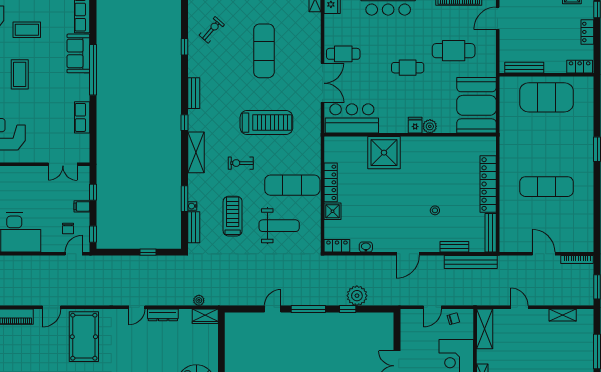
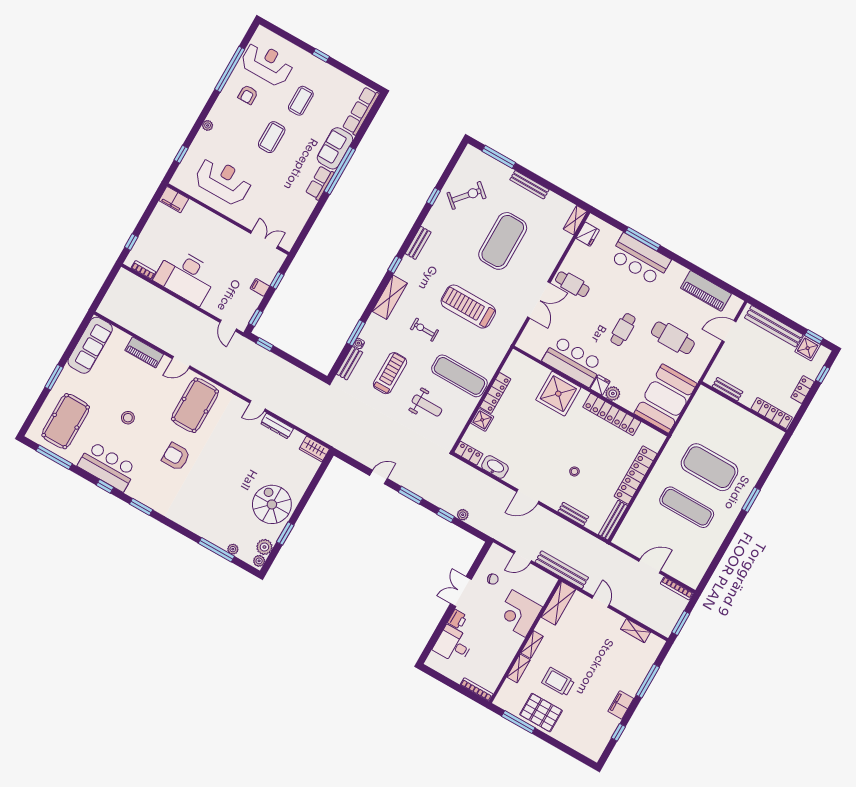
coffee table: (27, 30) -> (301, 101), turned 90
exercise bike: (212, 30) -> (466, 195), width x1.38, depth x1.39
exercise mat: (264, 51) -> (503, 241), width x1.47
locker: (580, 67) -> (772, 413), width x1.53
cafe table: (408, 68) -> (623, 330), turned 90
bench: (524, 68) -> (728, 389), width x0.73
exercise mat: (546, 97) -> (709, 467), moved
row of seats: (82, 117) -> (320, 183), moved
bar counter: (352, 118) -> (573, 361), moved
treadmill: (266, 123) -> (468, 307), turned 180
locker: (439, 144) -> (612, 414), added
double door: (63, 164) -> (264, 240), swing flipped
weight bench: (279, 226) -> (427, 406), width x0.73, depth x0.75
chair: (68, 228) -> (236, 300), removed
washbasin: (366, 247) -> (495, 467), width x1.91, depth x1.45
window: (148, 252) -> (265, 344), moved
door: (74, 254) -> (228, 326), swing flipped
door: (544, 254) -> (650, 566), hinge flipped
bench: (471, 262) -> (562, 570), moved
plant: (357, 296) -> (463, 515), width x0.53, depth x0.53
plant: (199, 300) -> (317, 431), removed
window: (308, 309) -> (410, 495), width x0.69
chair: (453, 319) -> (493, 579), moved

